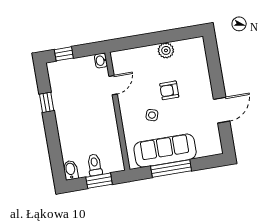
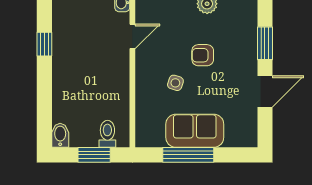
window: (215, 73) -> (265, 43), added
sofa: (165, 151) -> (195, 131), width x0.73
toilet: (95, 165) -> (107, 134), moved

